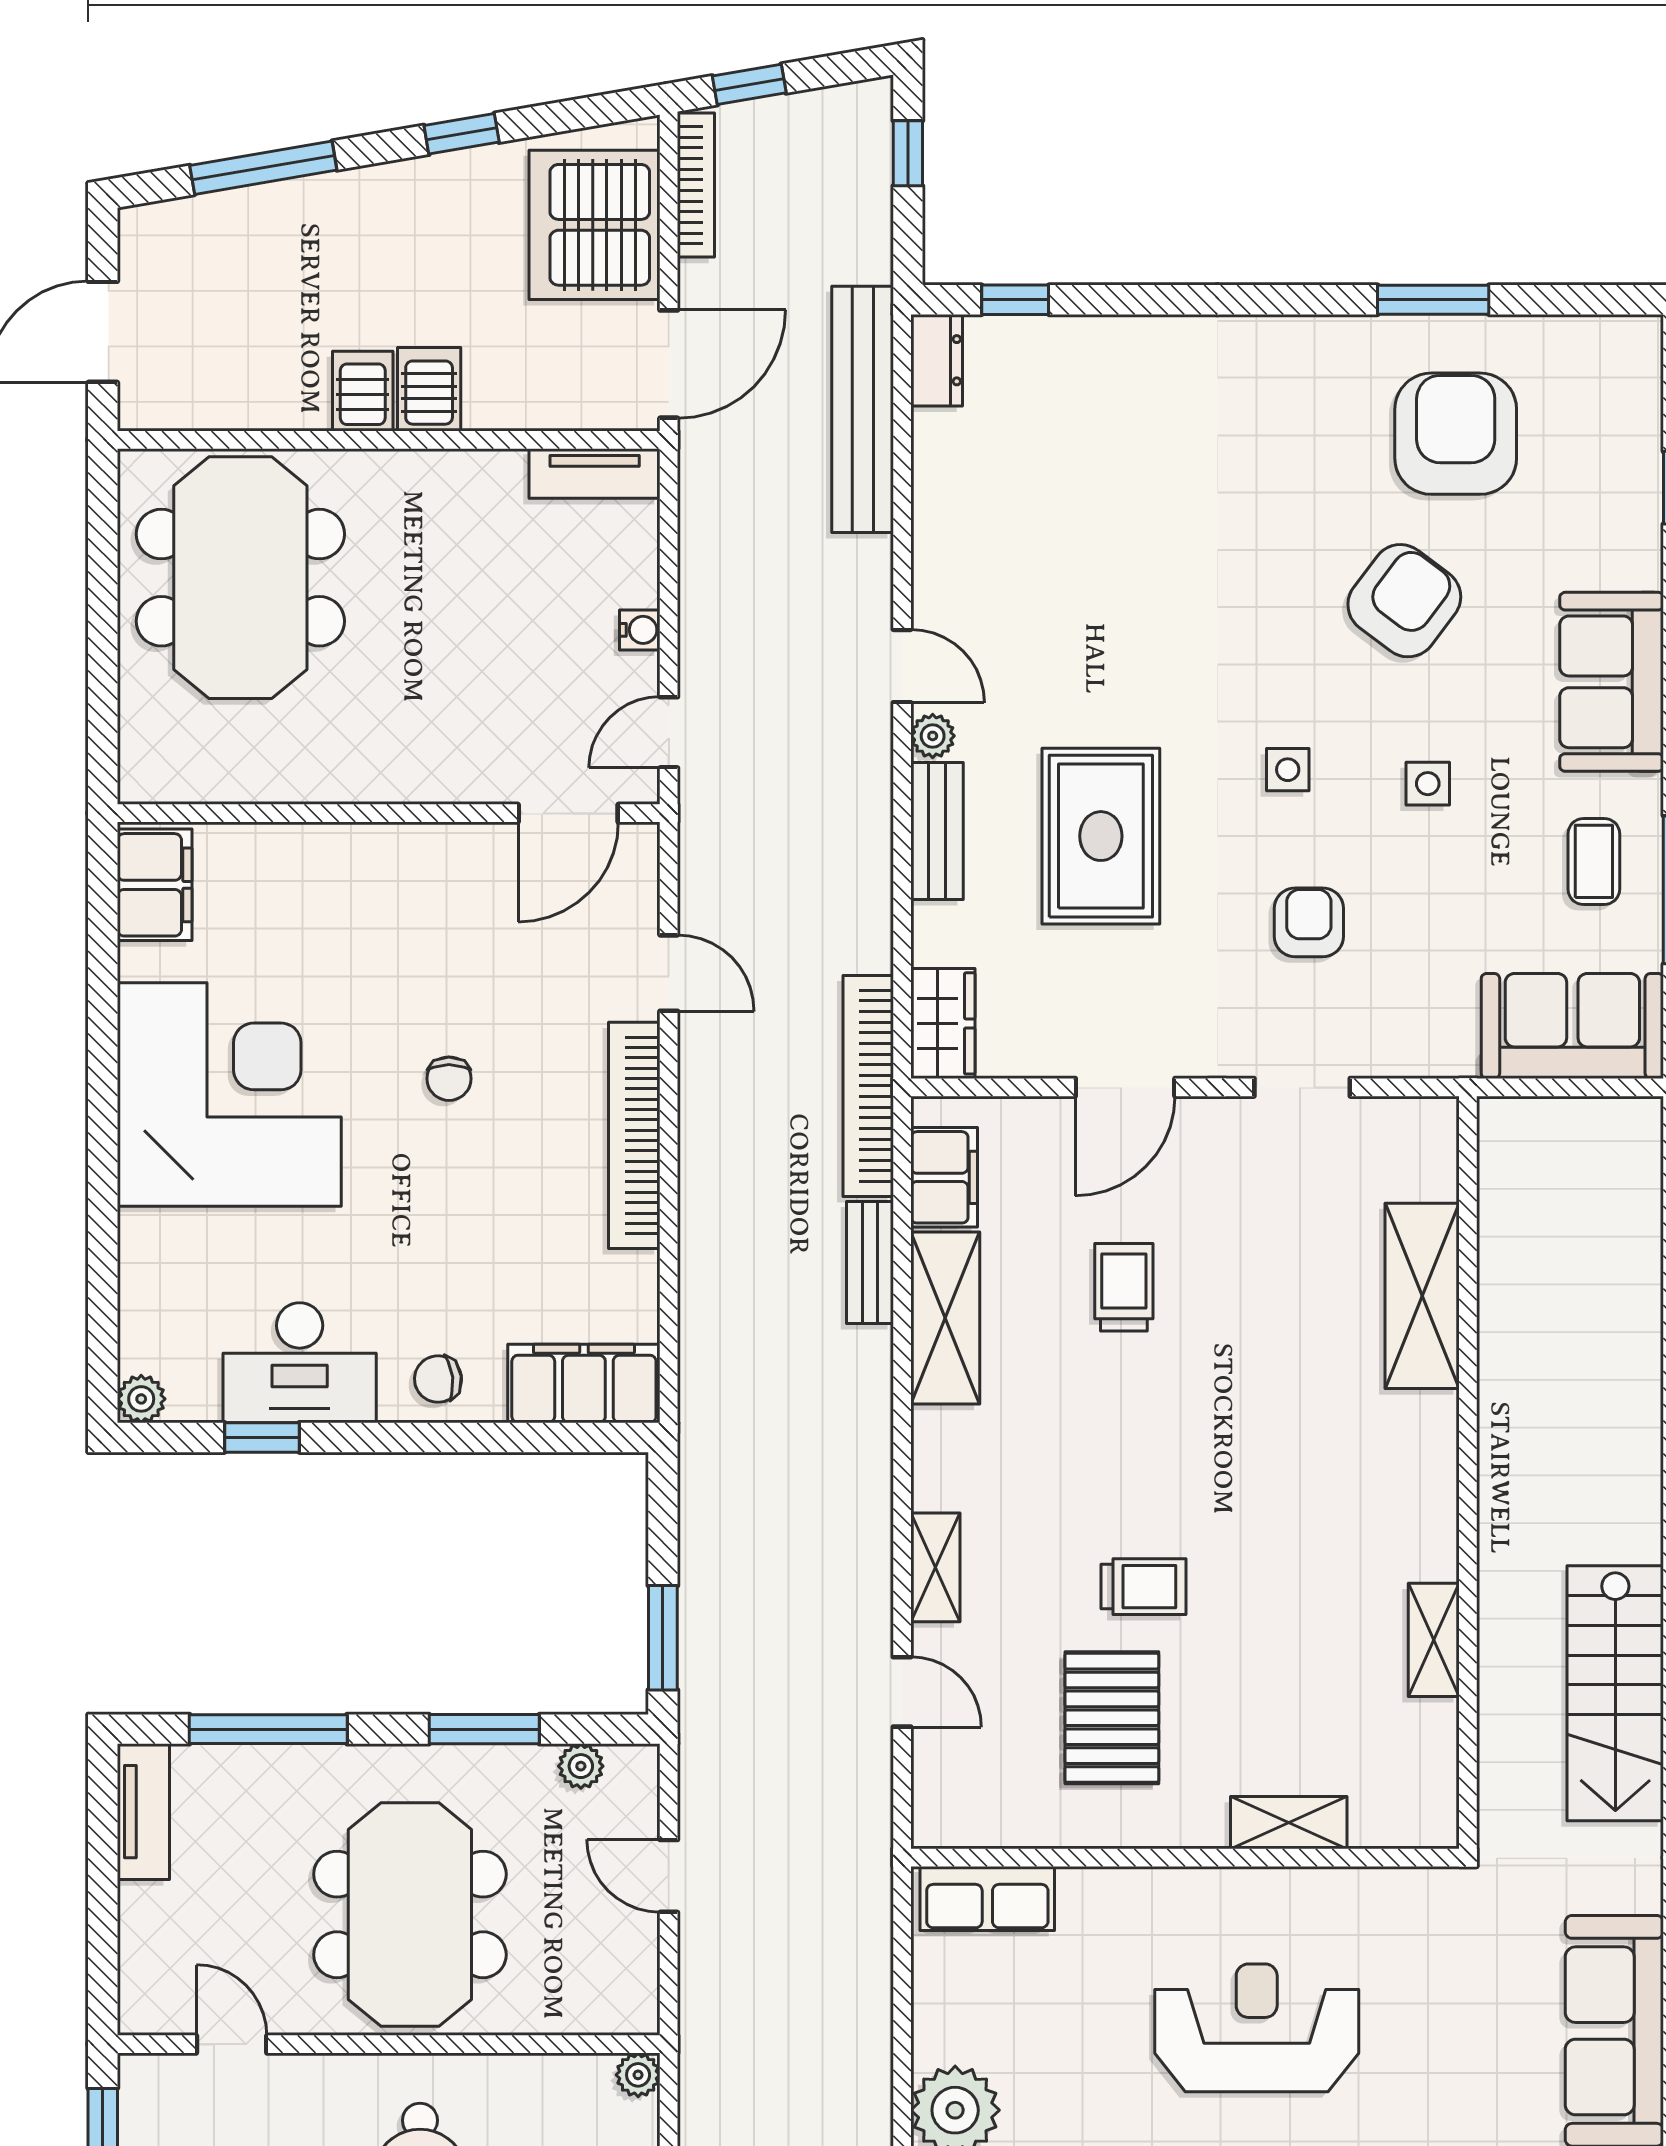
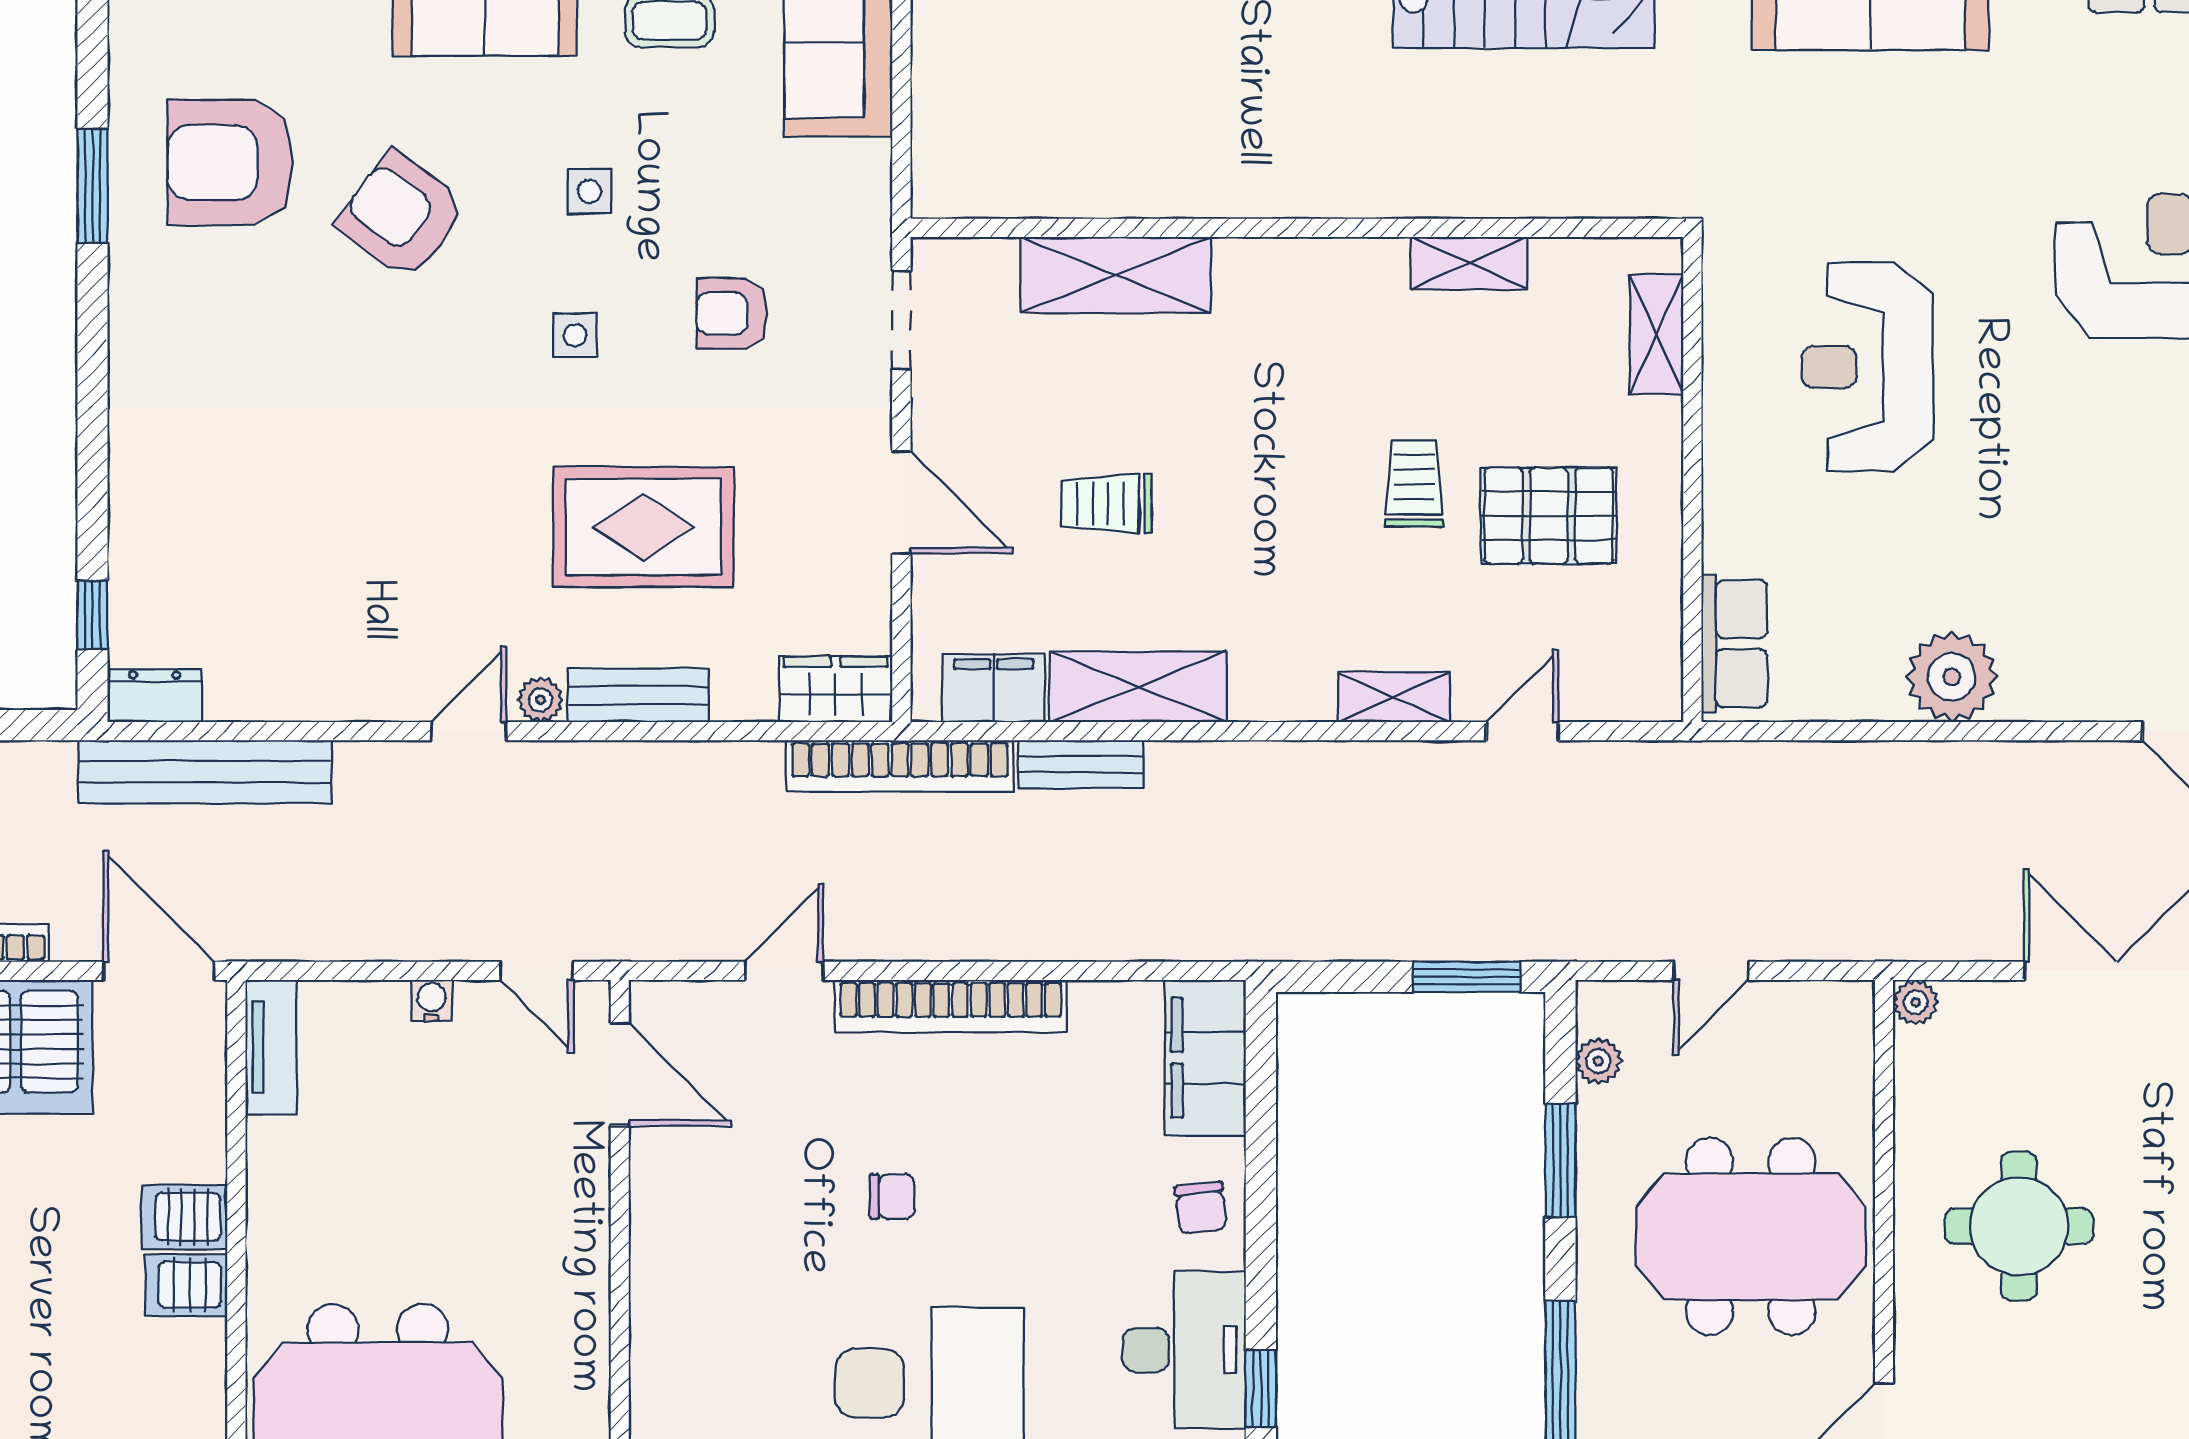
shelving: (1422, 1296) -> (1116, 275), moved
wall: (1468, 1472) -> (1297, 228), moved
shelving: (1434, 1640) -> (1469, 263), moved

